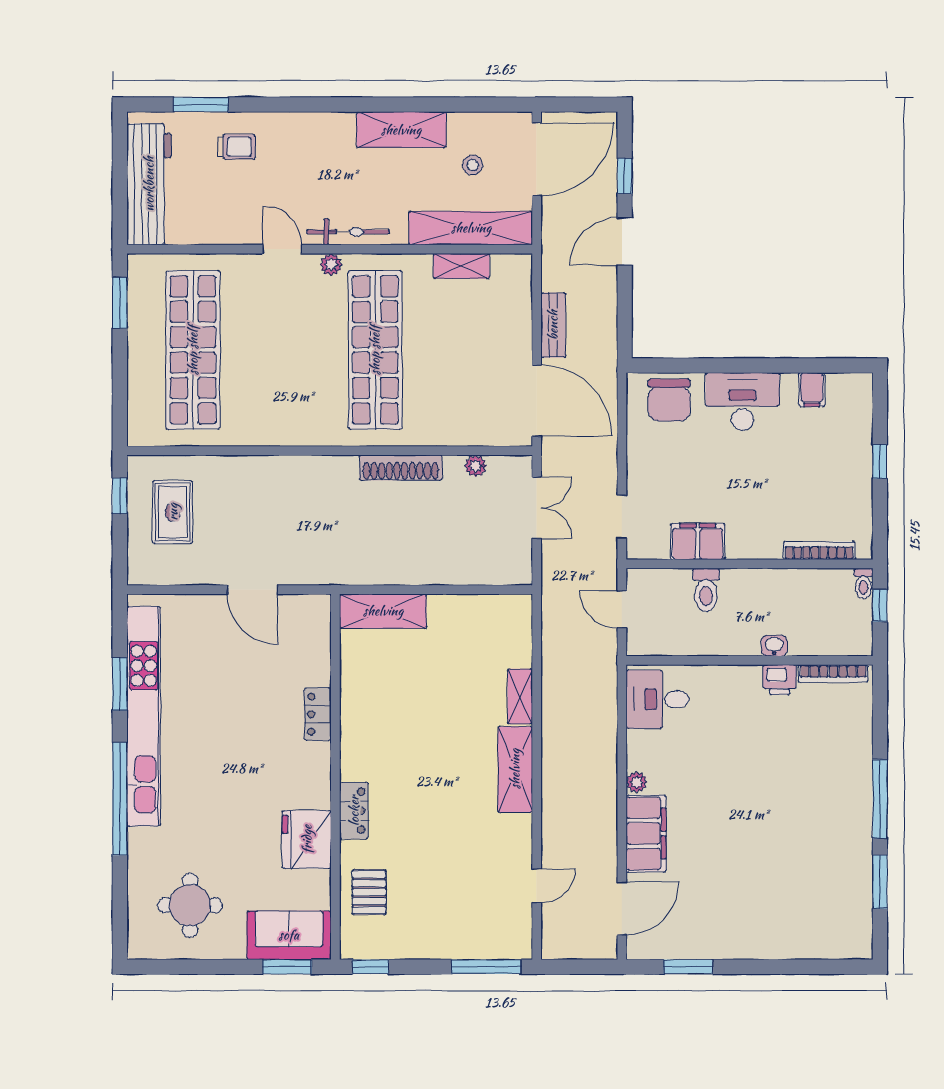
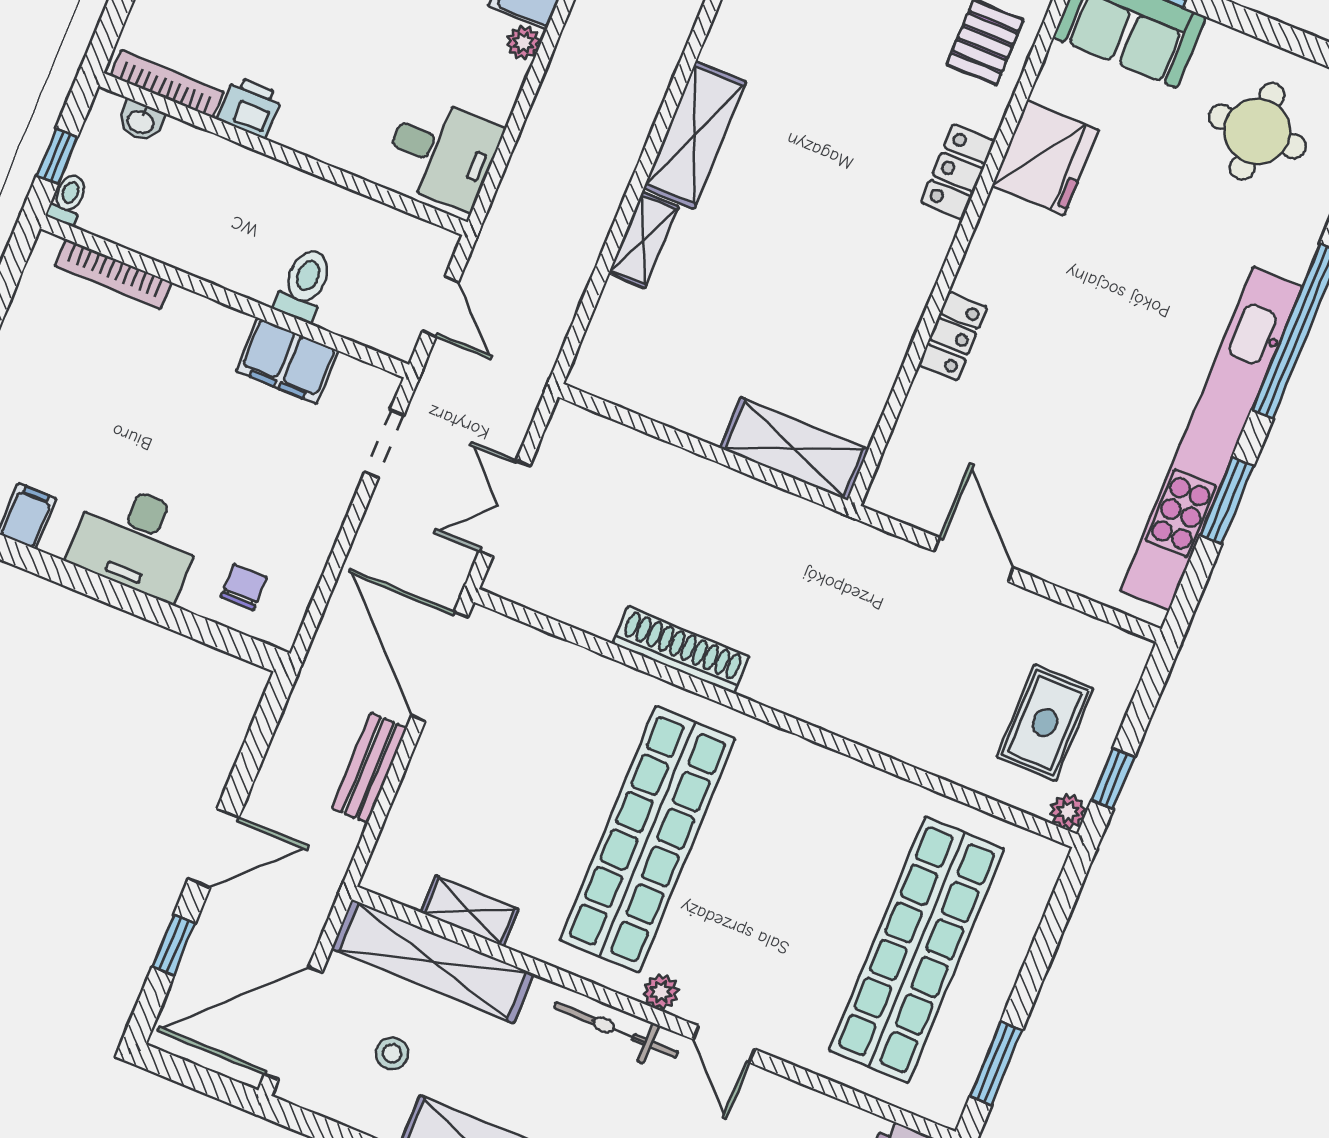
chair: (669, 400) -> (244, 587), width x0.54, depth x0.54
plant: (476, 466) -> (1068, 812), moved
washbasin: (774, 646) -> (141, 121), moved

